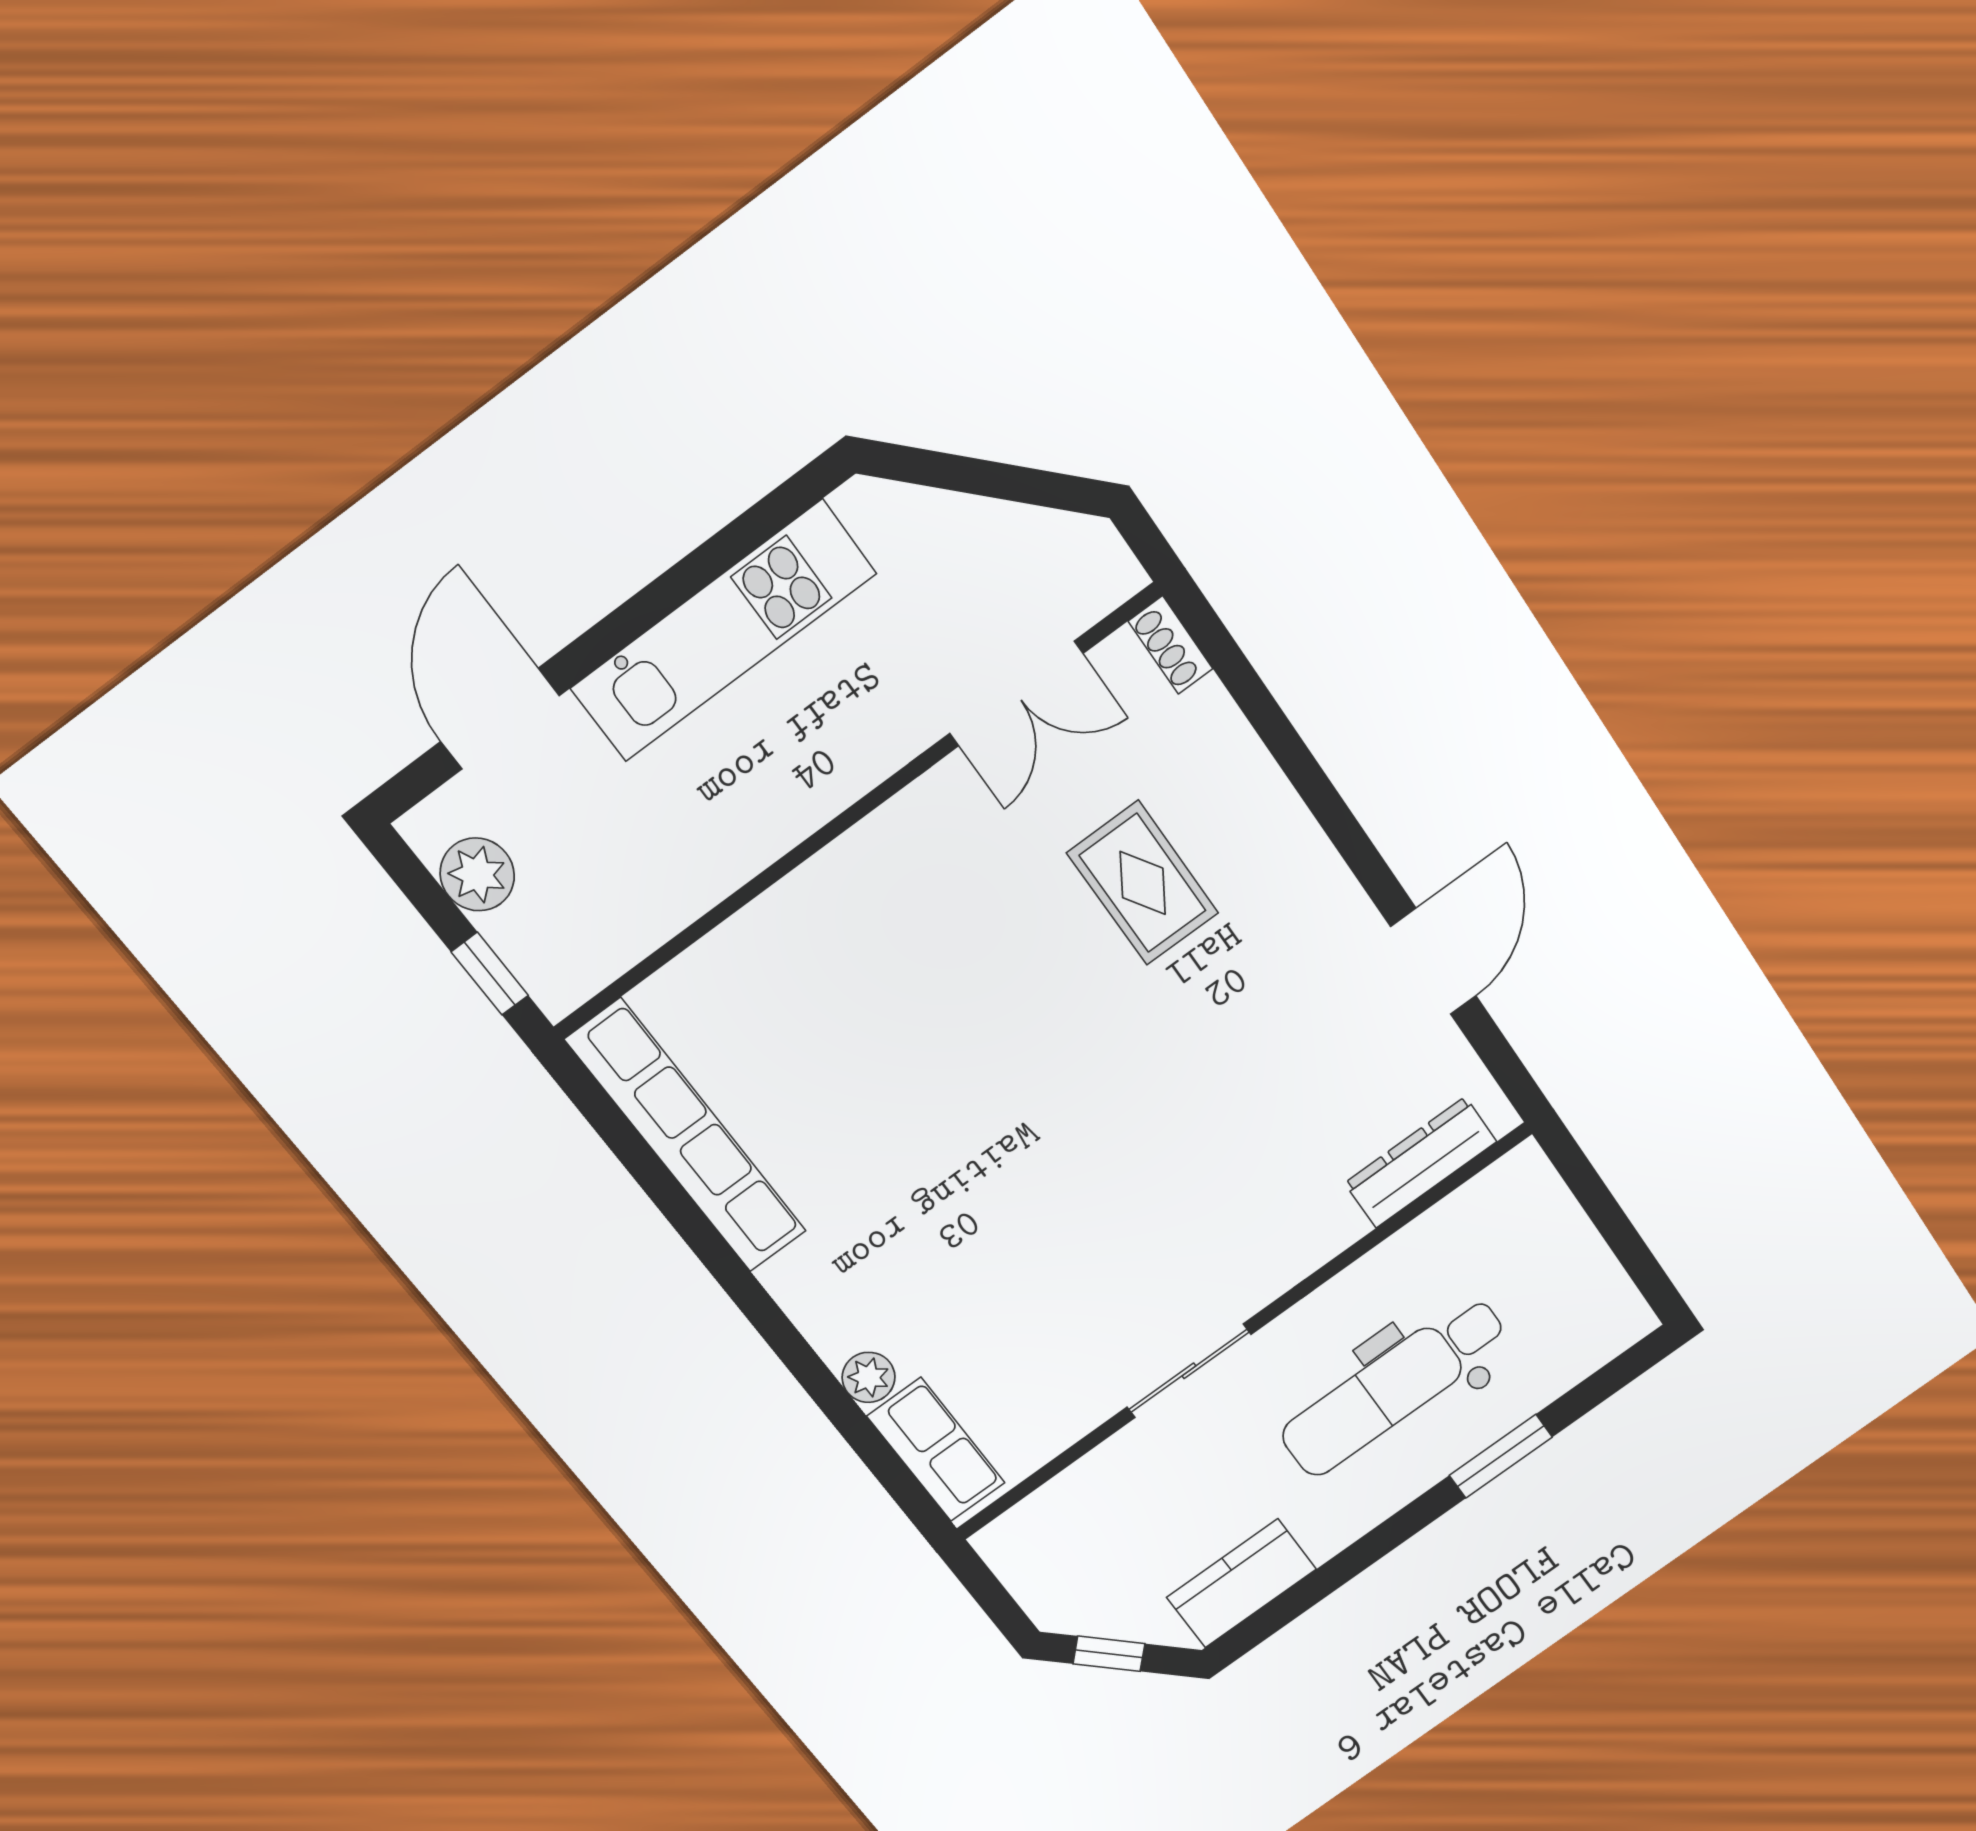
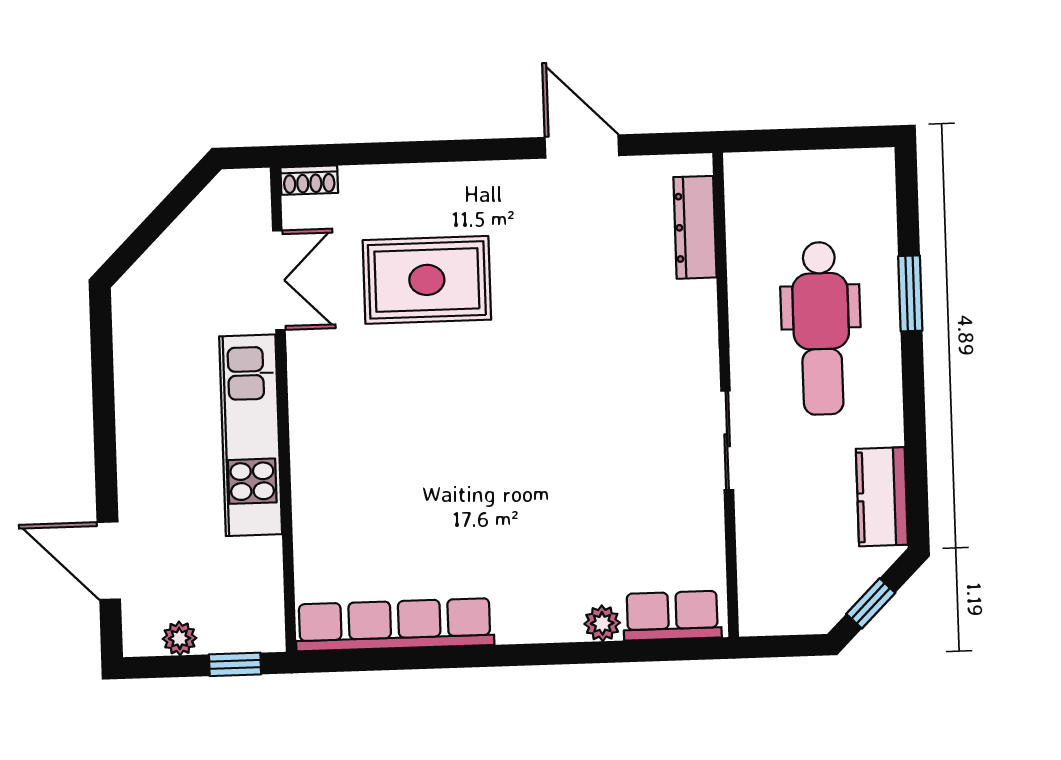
kitchen unit: (723, 631) -> (251, 435), moved, turned 180
plant: (477, 874) -> (180, 638), width x0.73, depth x0.73
rug: (1143, 883) -> (427, 280), width x1.36, depth x1.43

